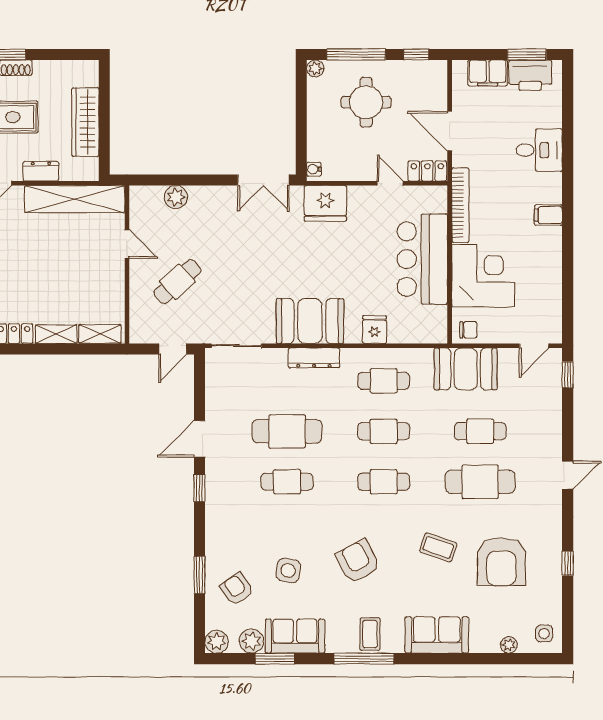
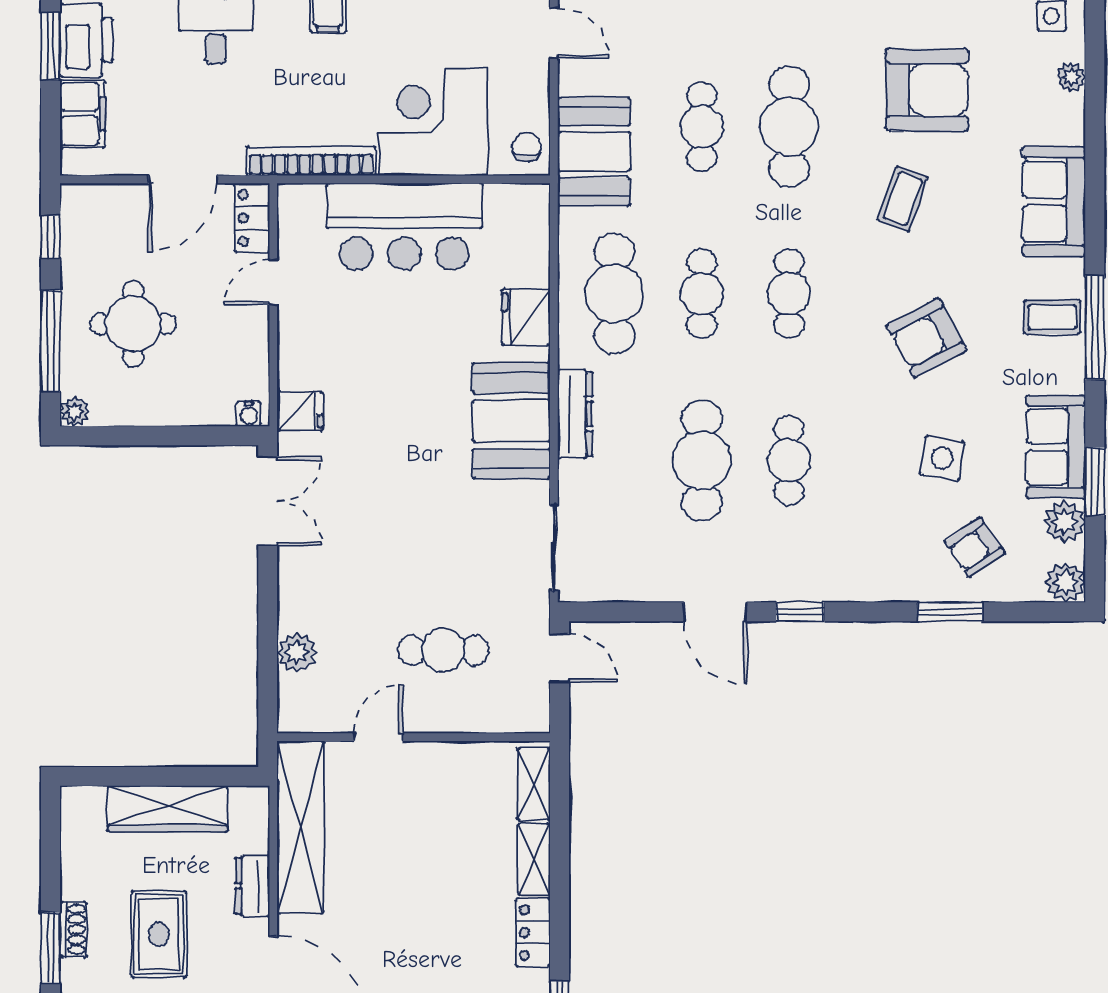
fridge: (325, 203) -> (300, 411), width x0.53, depth x0.75
cafe table: (177, 282) -> (443, 650), turned -48
fridge: (374, 330) -> (526, 317), width x1.38
cafe table: (384, 381) -> (615, 294), width x1.37, depth x1.35

